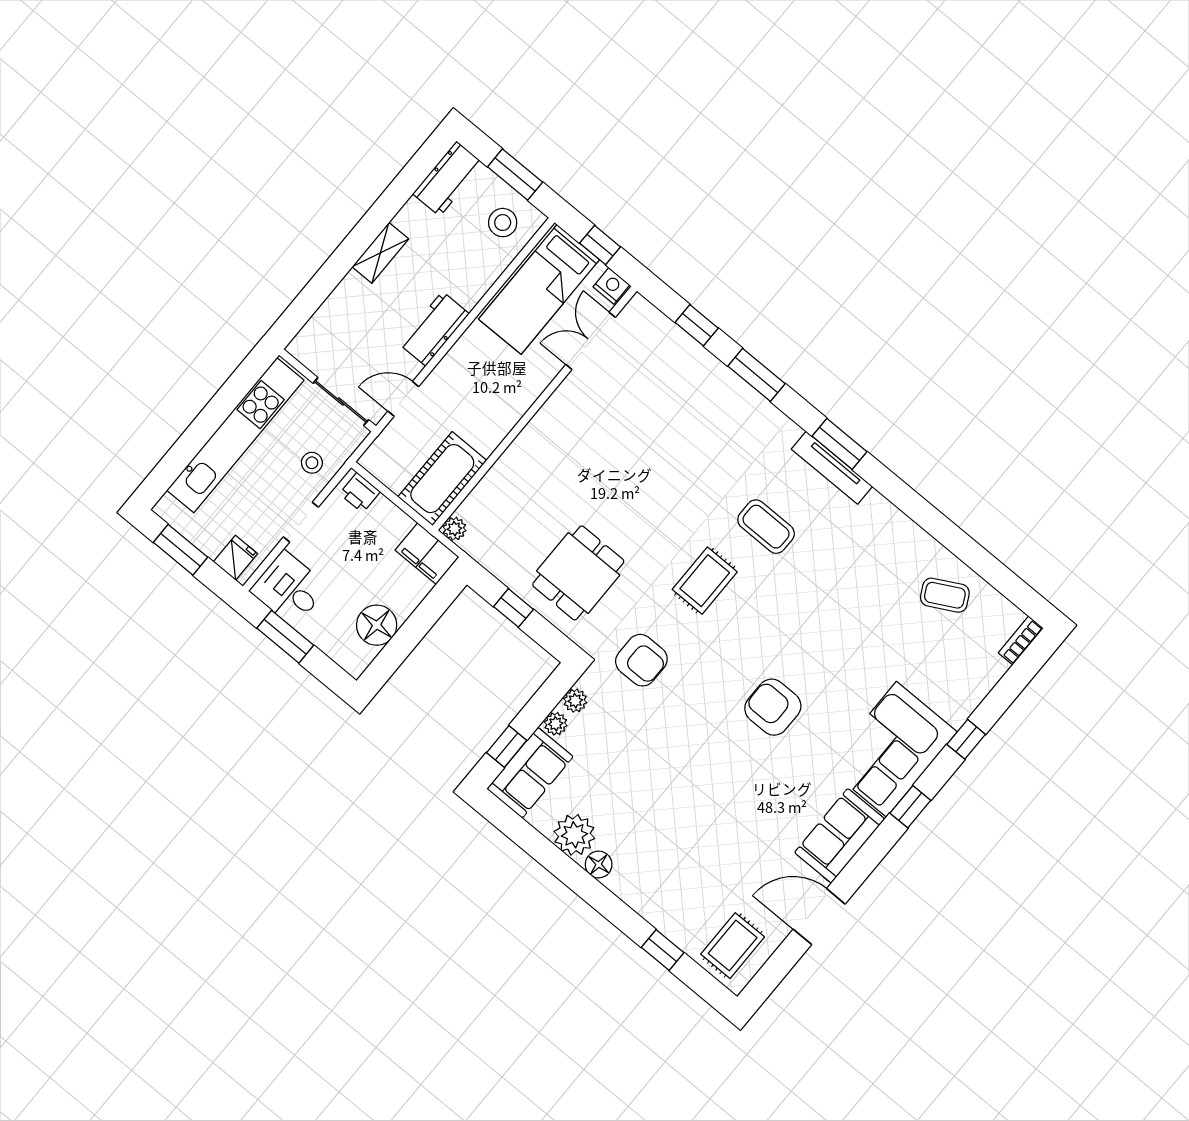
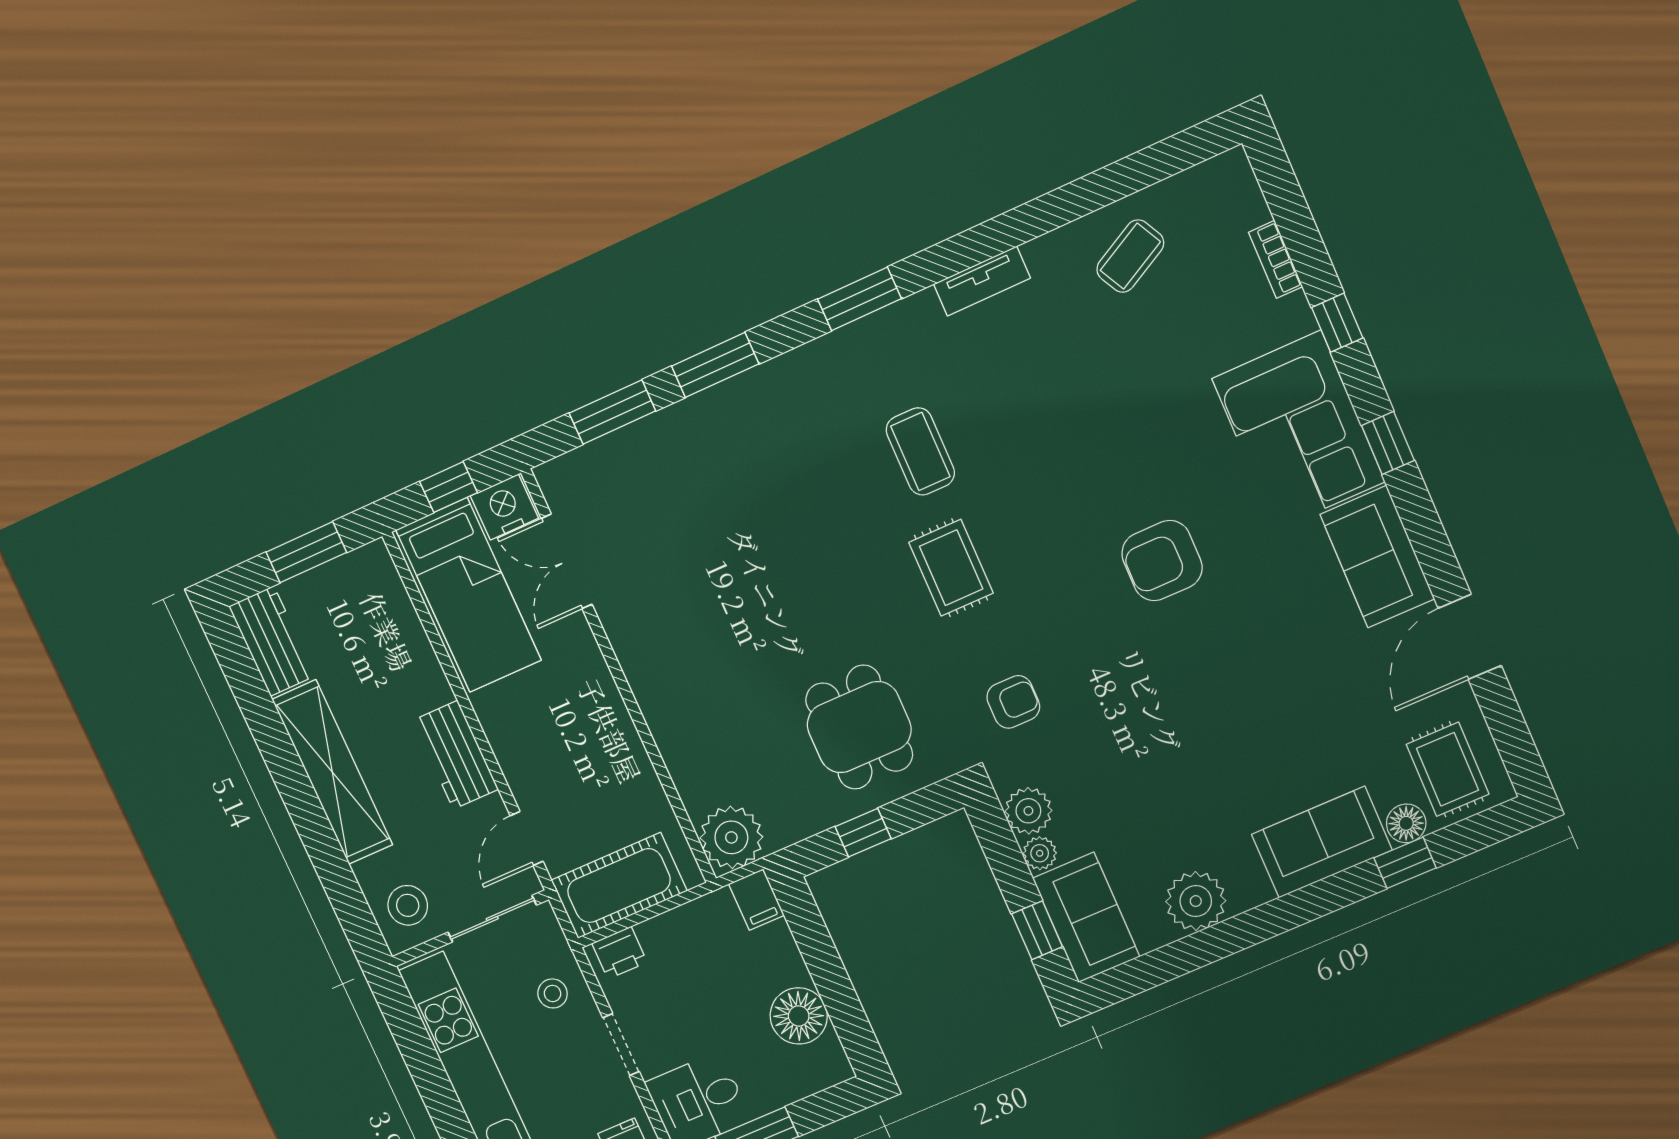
stool: (503, 223) -> (408, 905), moved
shelving: (380, 253) -> (332, 772), width x2.20, depth x1.33
nightstand: (611, 286) -> (504, 507), width x1.36, depth x1.33
window: (697, 325) -> (612, 412), width x1.50
tv unit: (832, 468) -> (982, 281), moved, width x0.71
cot: (442, 479) -> (619, 886), moved, turned 90
coffee table: (766, 527) -> (920, 451), turned 90
plant: (454, 529) -> (731, 837), width x1.88, depth x1.88
filing cabinet: (427, 554) -> (756, 900), width x0.50
bookcase: (1021, 641) -> (1276, 259), moved
armchair: (641, 660) -> (1013, 702), width x0.72, depth x0.72
plant: (575, 701) -> (1028, 811), width x1.38, depth x1.38
floor lamp: (599, 864) -> (1406, 823), moved
sofa: (650, 893) -> (1322, 842), added

